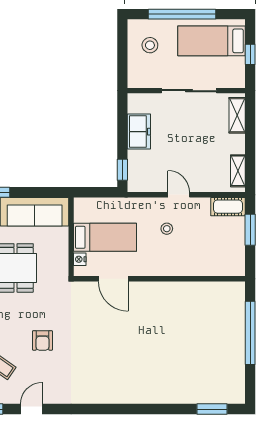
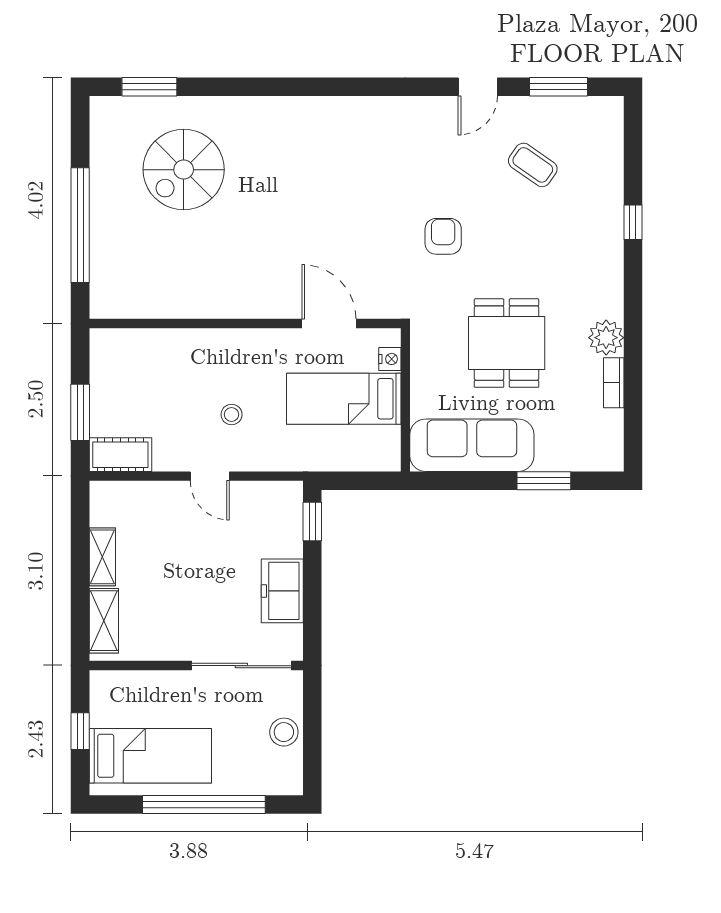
stool: (150, 45) -> (284, 732), moved
sliding door: (189, 91) -> (241, 666), moved
shelving: (238, 171) -> (102, 557), moved
armchair: (42, 340) -> (443, 236), moved
spiral stairs: (193, 363) -> (184, 170), added

